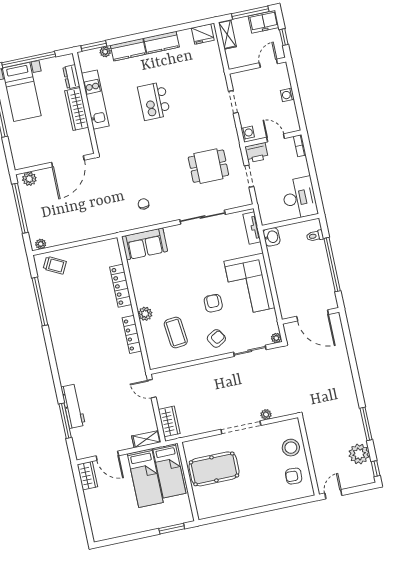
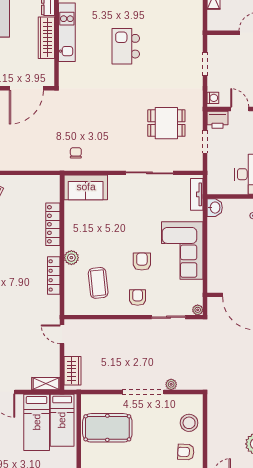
chair: (144, 204) -> (76, 153), moved
armchair: (216, 338) -> (138, 298), turned -59

